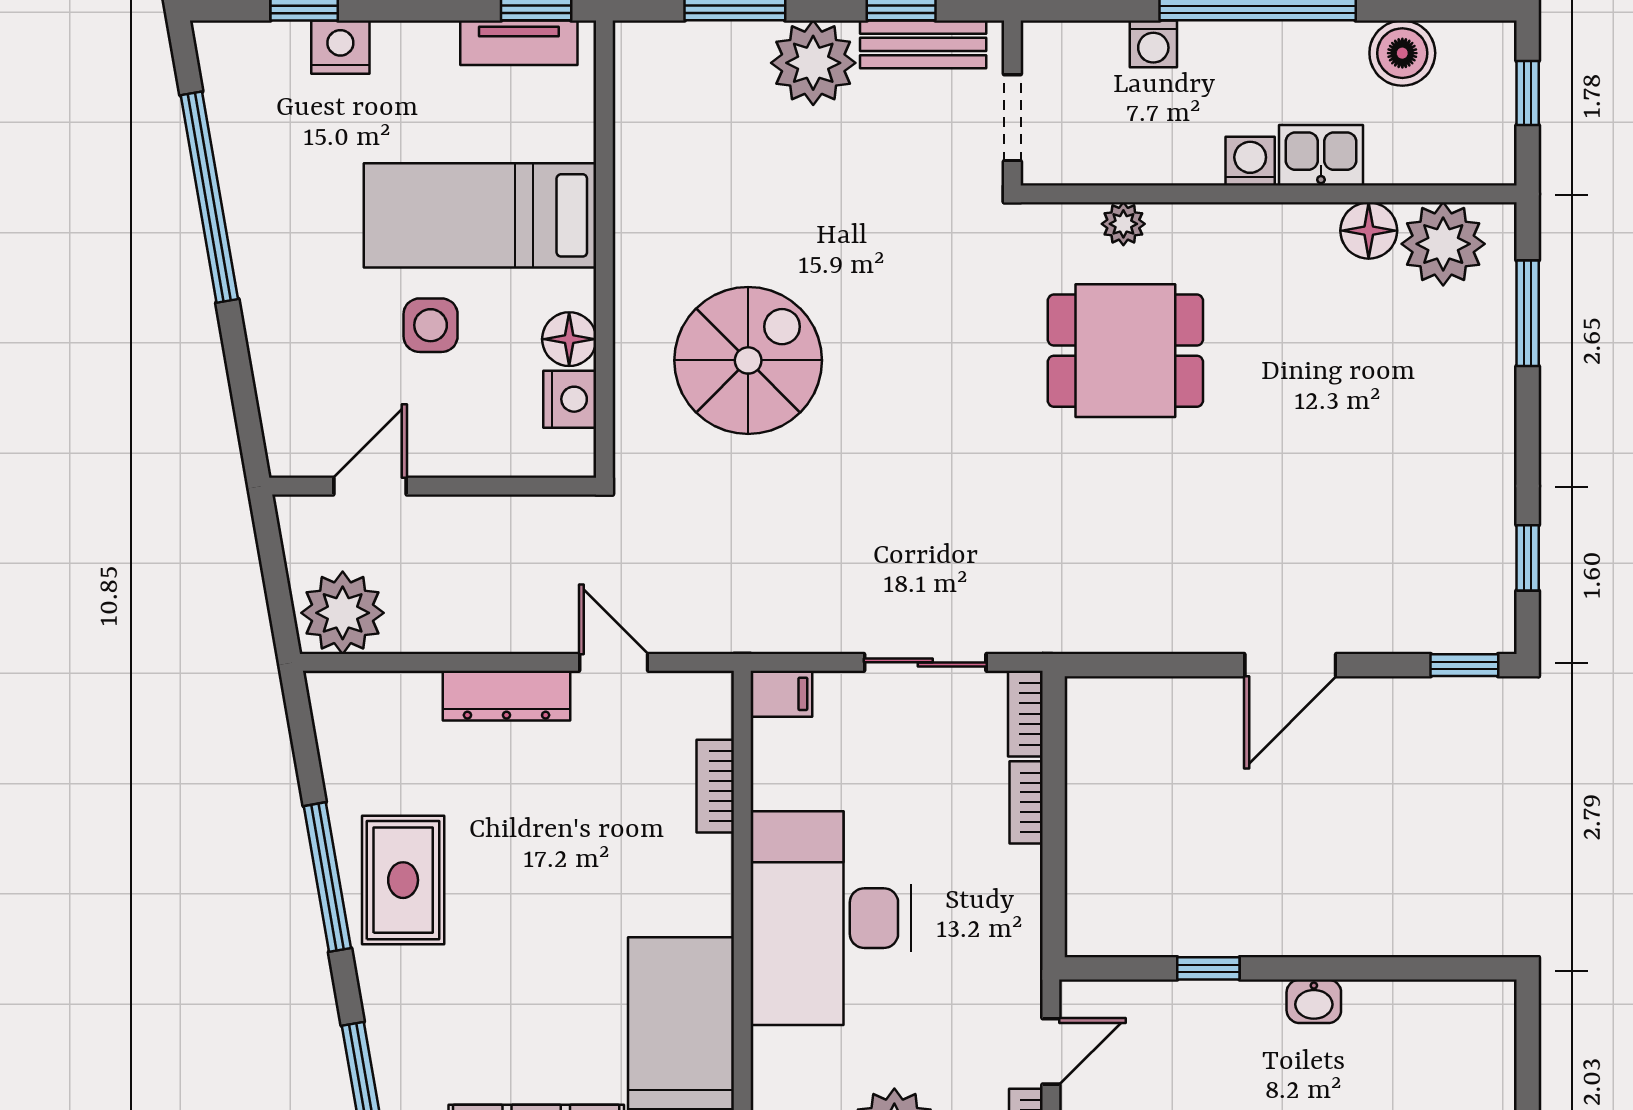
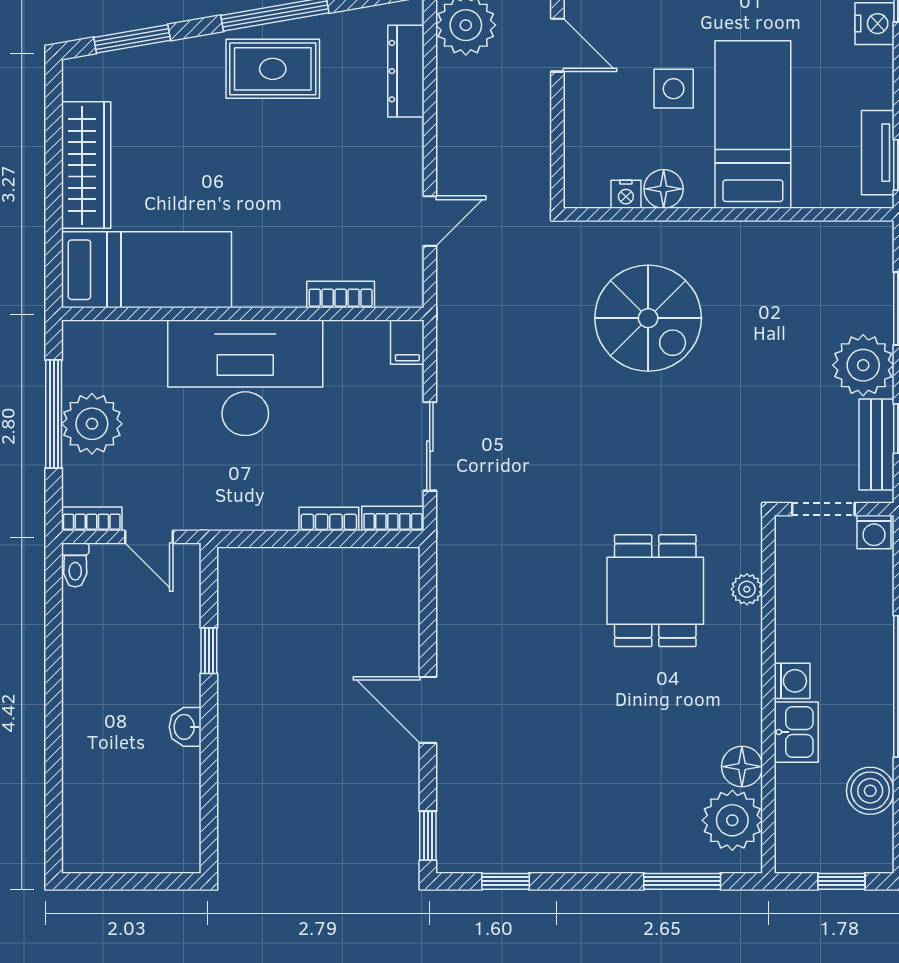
washing machine: (1153, 44) -> (874, 532), moved, turned -90
nightstand: (570, 399) -> (626, 194), width x0.72, depth x0.74
dresser: (507, 696) -> (406, 71), moved

